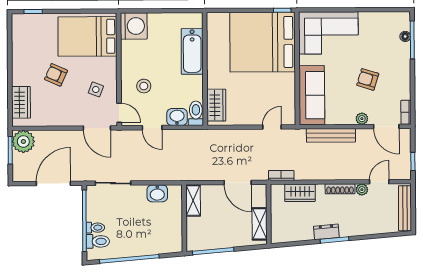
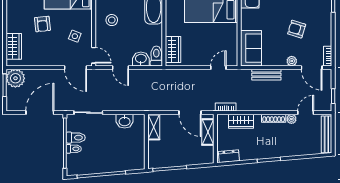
armchair: (56, 75) -> (42, 24), turned -120
stool: (144, 86) -> (112, 20), moved
sofa: (312, 95) -> (251, 48), width x0.73
bench: (331, 135) -> (266, 75), width x0.73
shelving: (260, 224) -> (208, 132), moved
dresser: (326, 232) -> (229, 156), moved
toilet: (98, 241) -> (76, 138), moved

